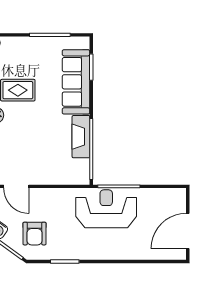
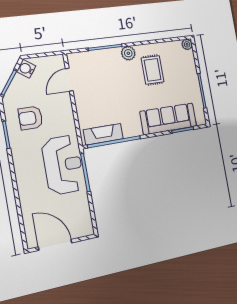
fireplace: (81, 137) -> (103, 134), moved
armchair: (35, 234) -> (31, 118), moved

